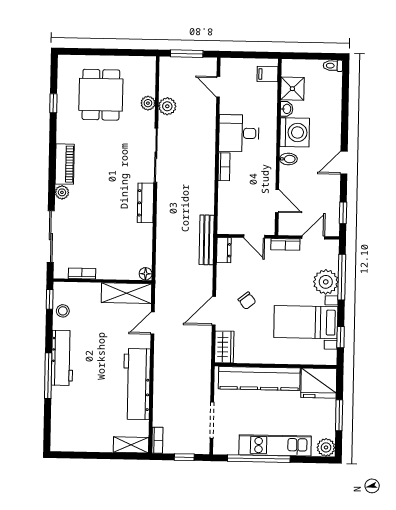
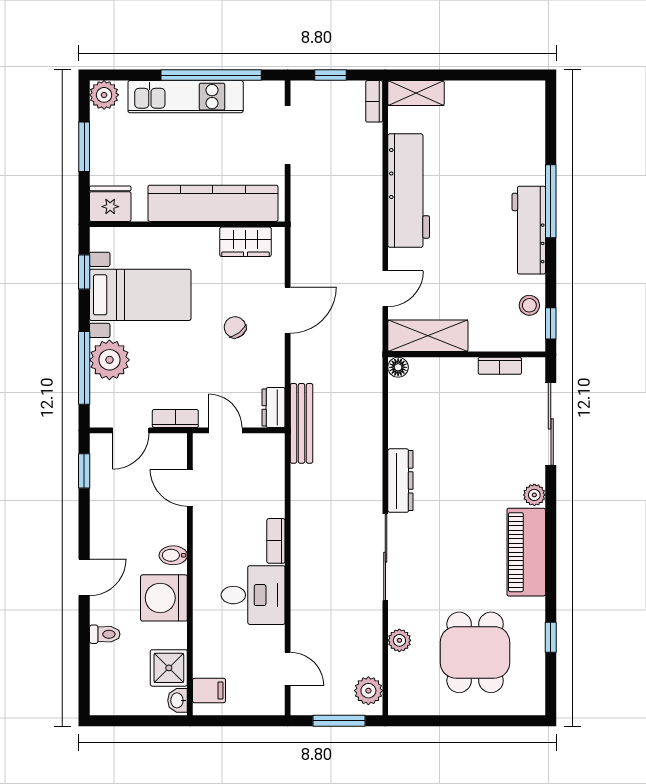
toilet: (333, 66) -> (105, 634), moved
plant: (167, 106) -> (368, 691), moved
washbasin: (287, 109) -> (178, 700), moved
door: (344, 163) -> (84, 577), moved
piano: (65, 164) -> (526, 552), width x1.37, depth x1.33
wardrobe: (224, 347) -> (246, 242), moved, turned -90
fridge: (319, 383) -> (110, 204), width x0.73, depth x0.75

